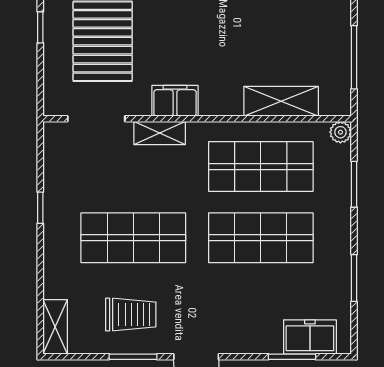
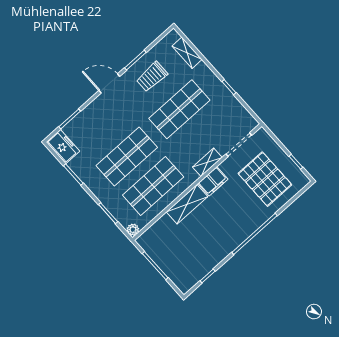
shelving: (281, 101) -> (187, 204), moved
shelving: (55, 327) -> (187, 53), moved
freezer: (310, 337) -> (63, 147), moved, turned -90

